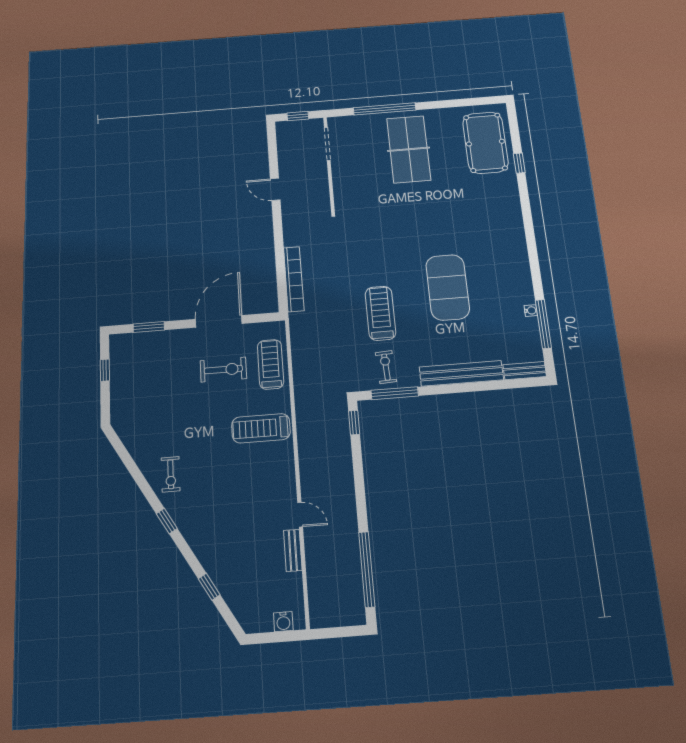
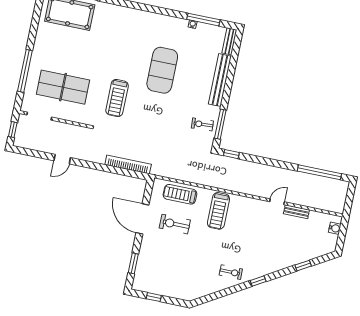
table tennis table: (409, 149) -> (63, 87), moved
exercise mat: (448, 287) -> (162, 70), turned 90
treadmill: (380, 313) -> (117, 98), moved, turned -90
exercise bike: (223, 370) -> (175, 224), turned -90

